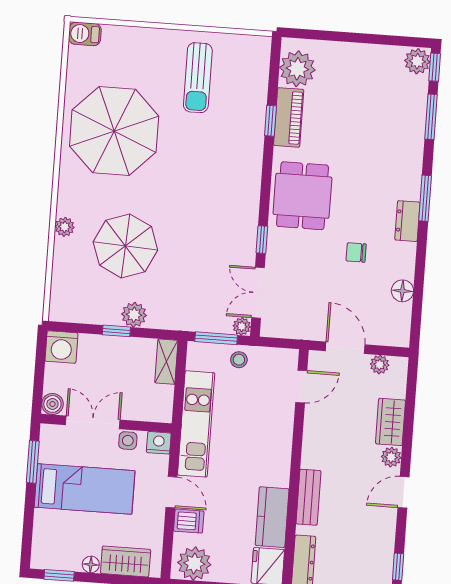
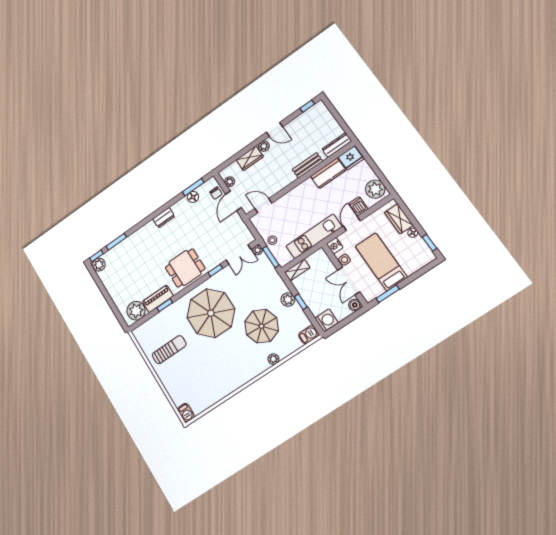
parasol: (114, 131) -> (211, 313), moved
window: (425, 198) -> (193, 187), moved
chair: (356, 252) -> (216, 193), moved
barbecue: (61, 305) -> (309, 335), added

